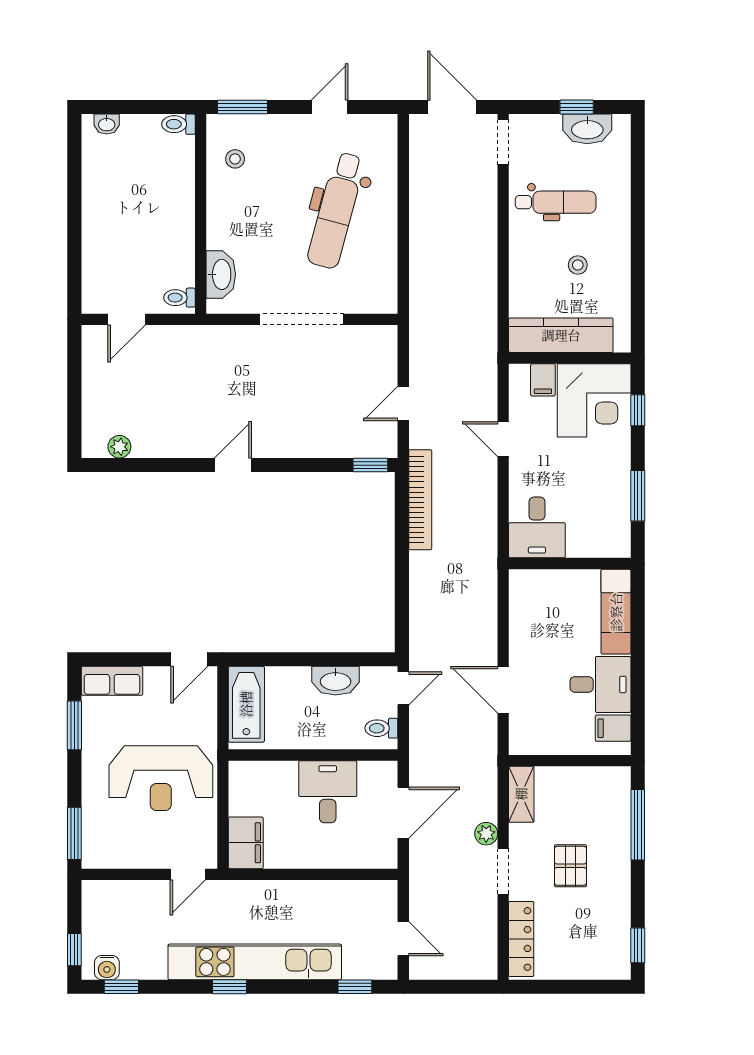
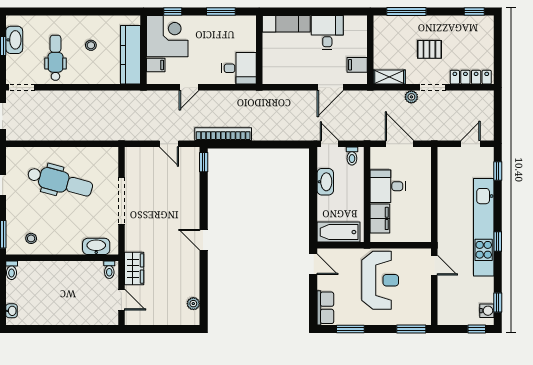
wardrobe: (182, 342) -> (134, 268), added
filing cabinet: (613, 728) -> (357, 65), moved, turned 90
filing cabinet: (246, 843) -> (380, 218), moved, turned 90

